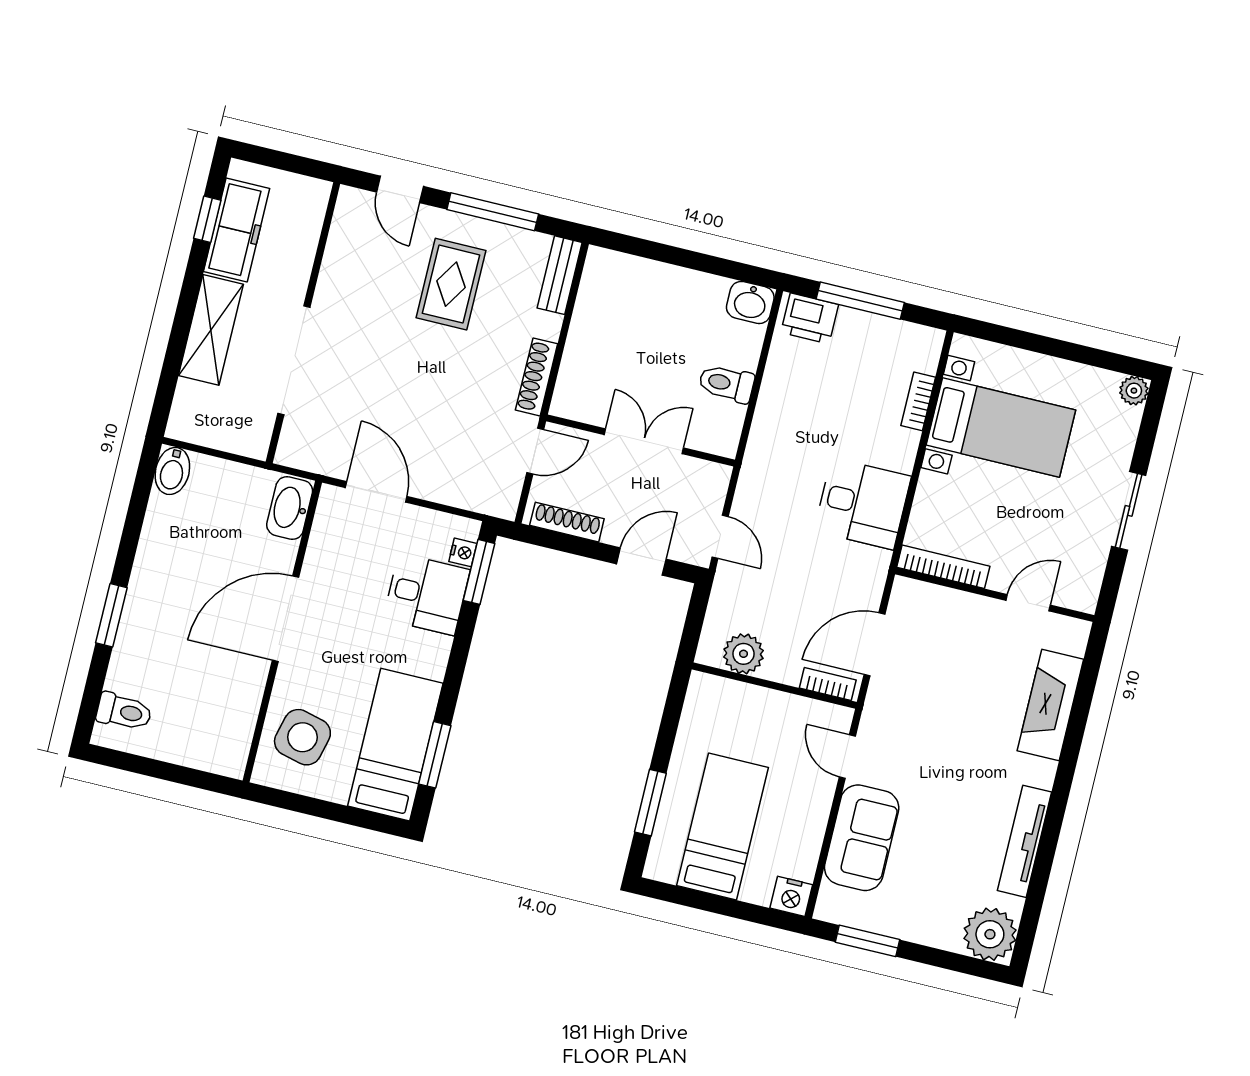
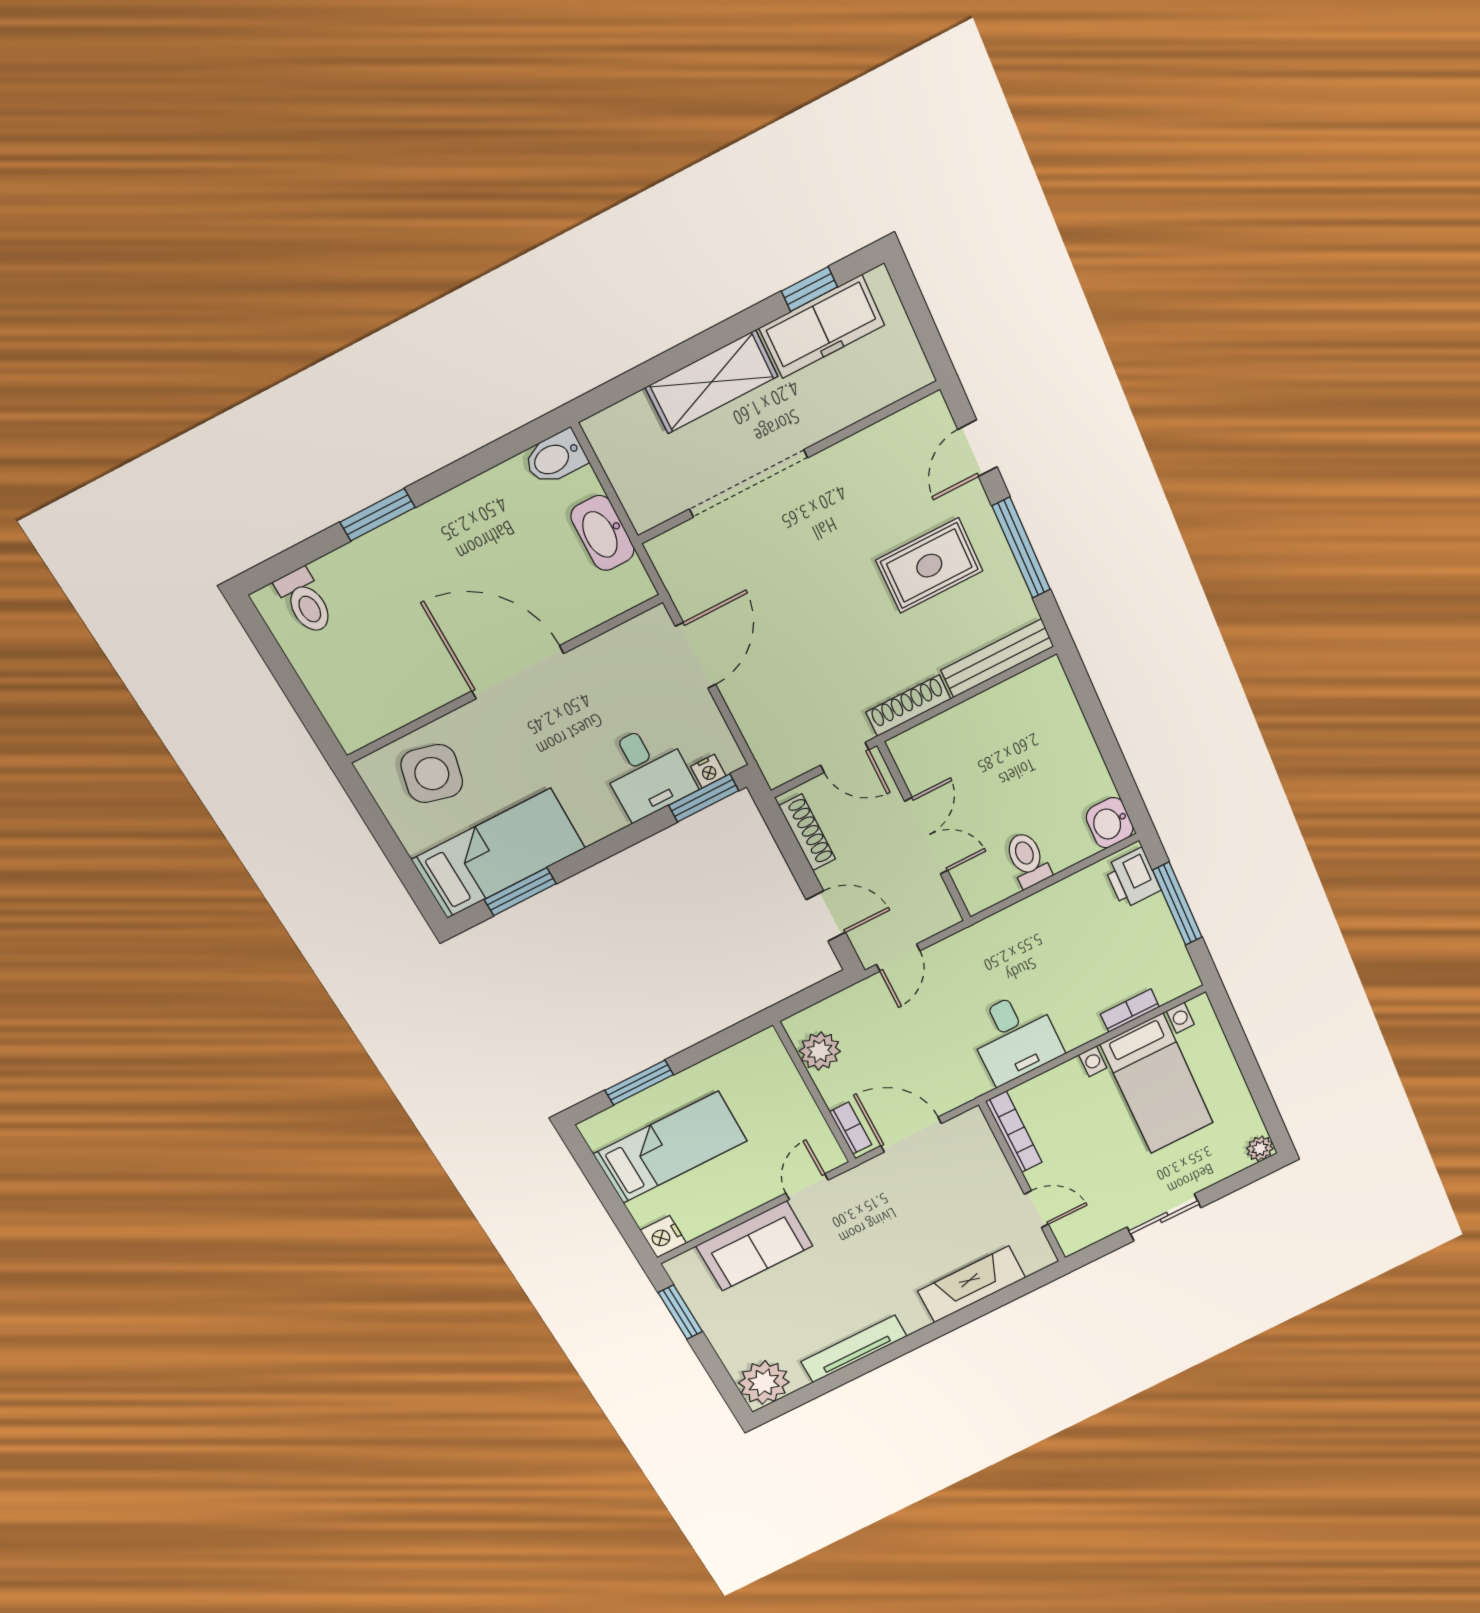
bench: (560, 275) -> (997, 658), width x1.36
washbasin: (290, 508) -> (603, 533), moved, turned -90

